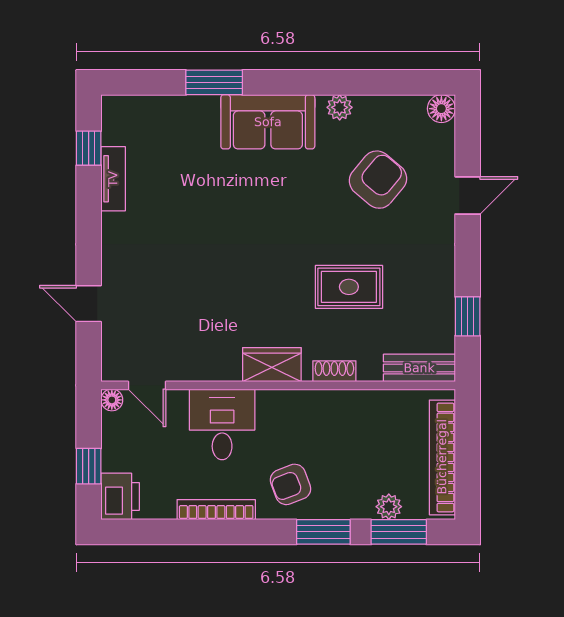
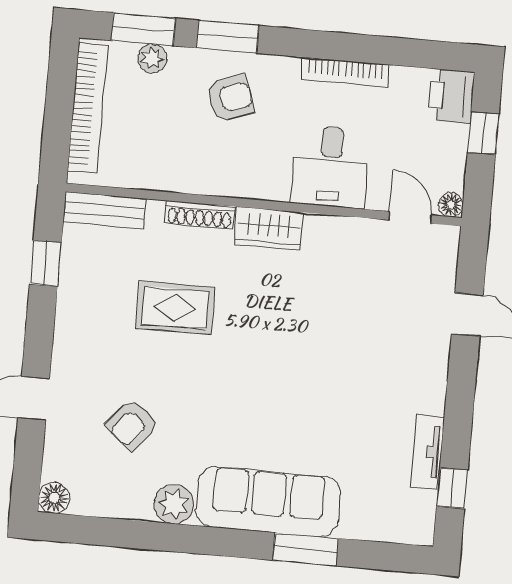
plant: (340, 107) -> (174, 504), width x1.38, depth x1.38
sofa: (268, 122) -> (268, 502), width x1.36
armchair: (378, 180) -> (132, 425), width x0.72, depth x0.72
shoe rack: (334, 371) -> (200, 215), width x1.43
armchair: (290, 484) -> (230, 98), moved

